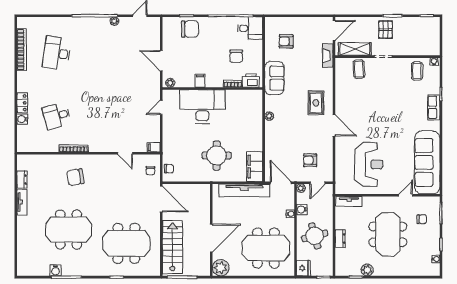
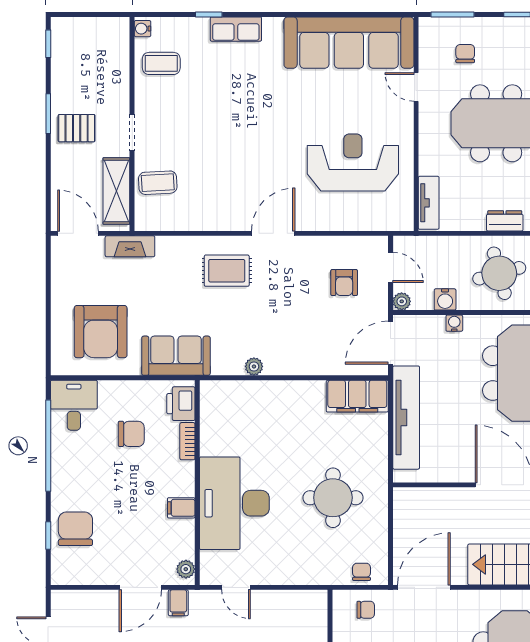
armchair: (286, 41) -> (101, 332), width x1.88, depth x1.88
filing cabinet: (154, 147) -> (178, 603), moved
round table: (217, 156) -> (333, 498), moved

